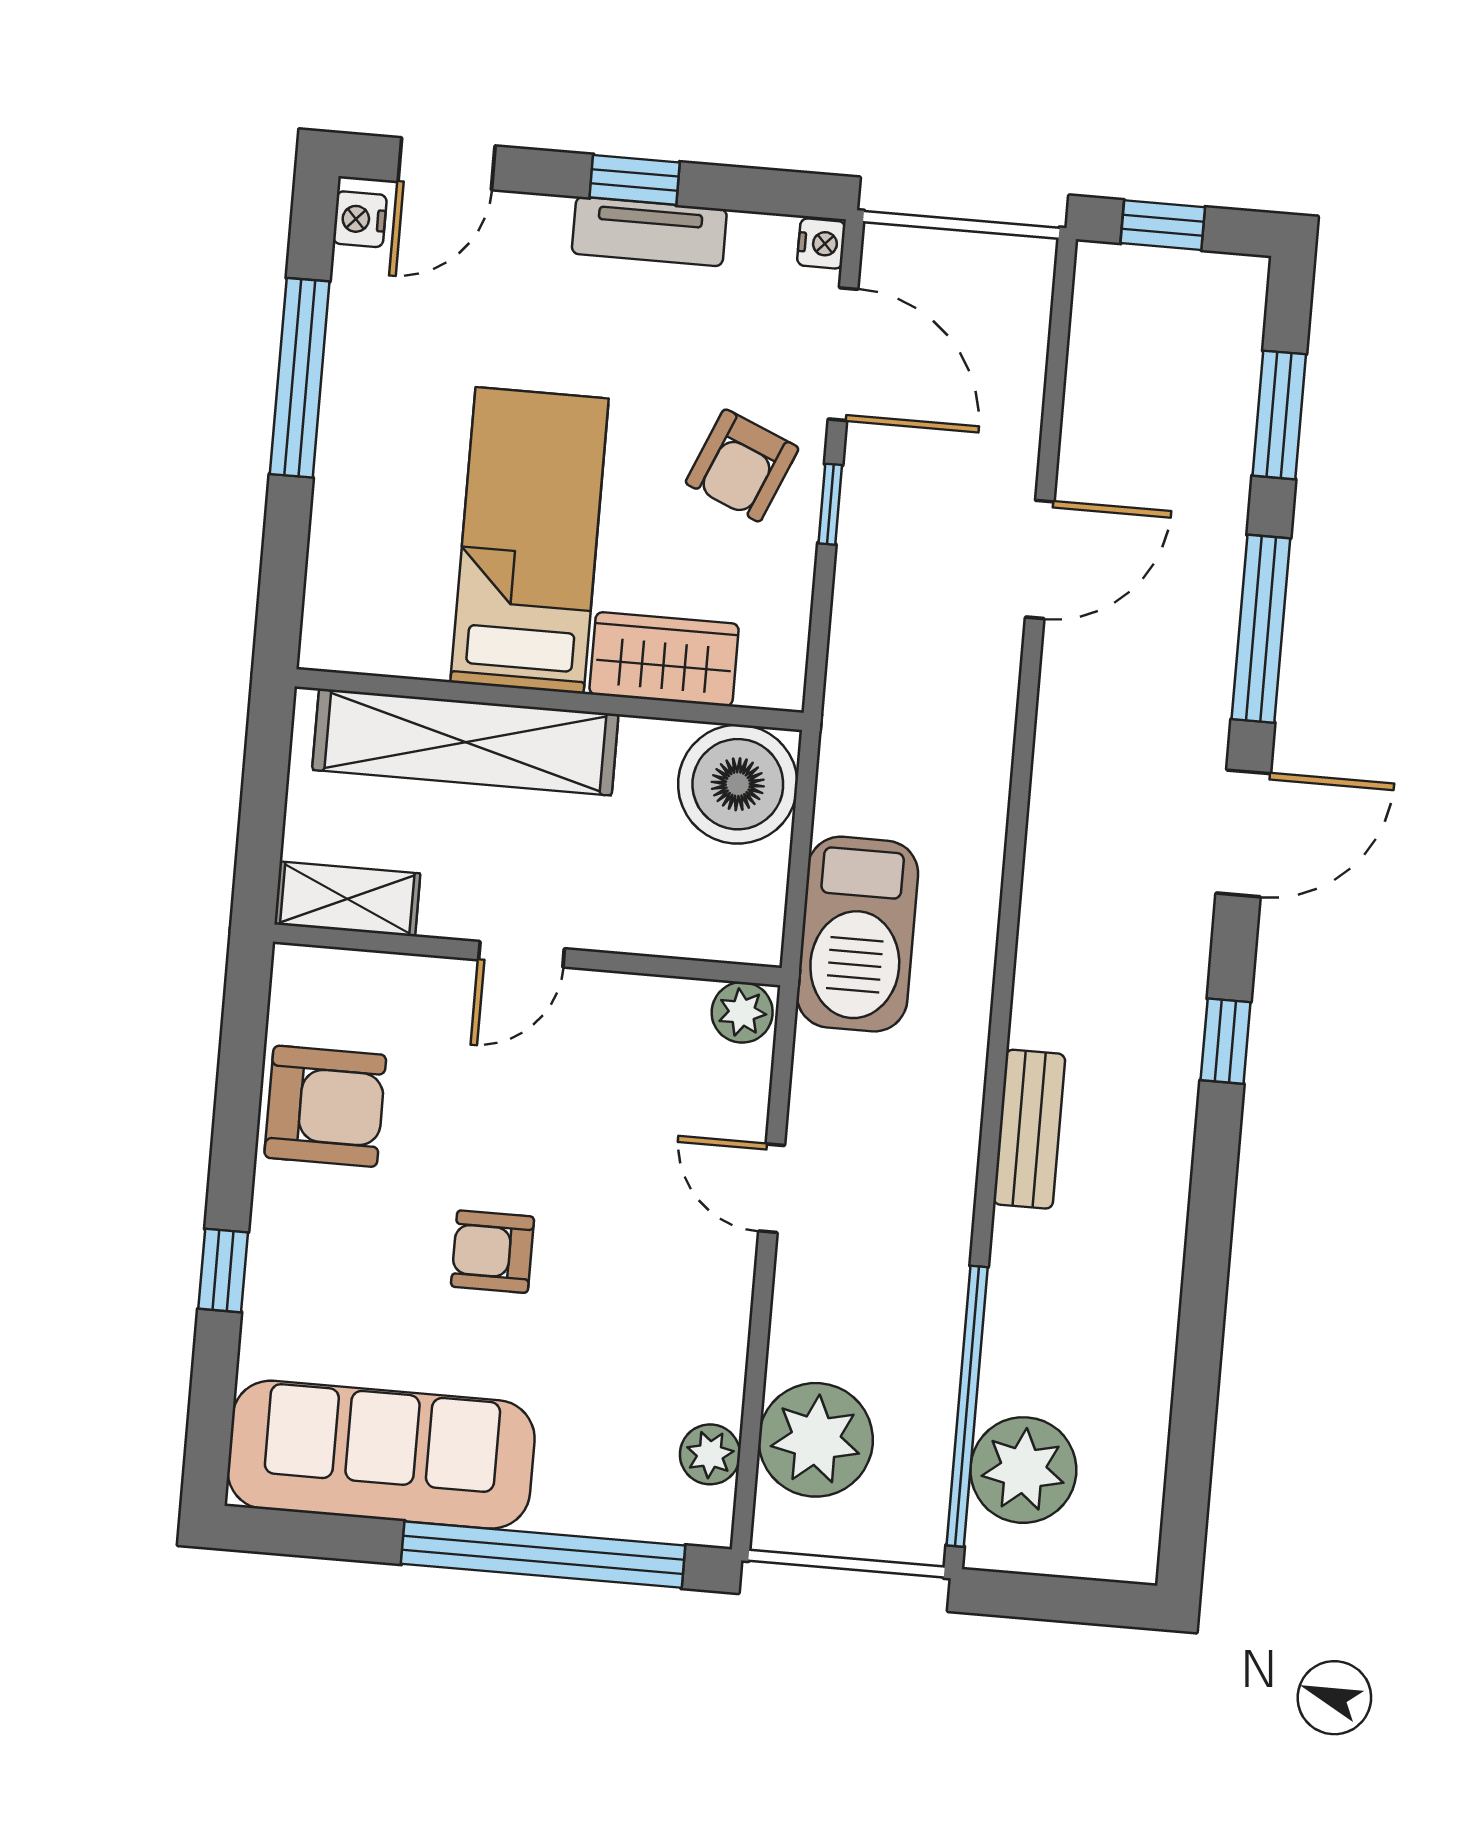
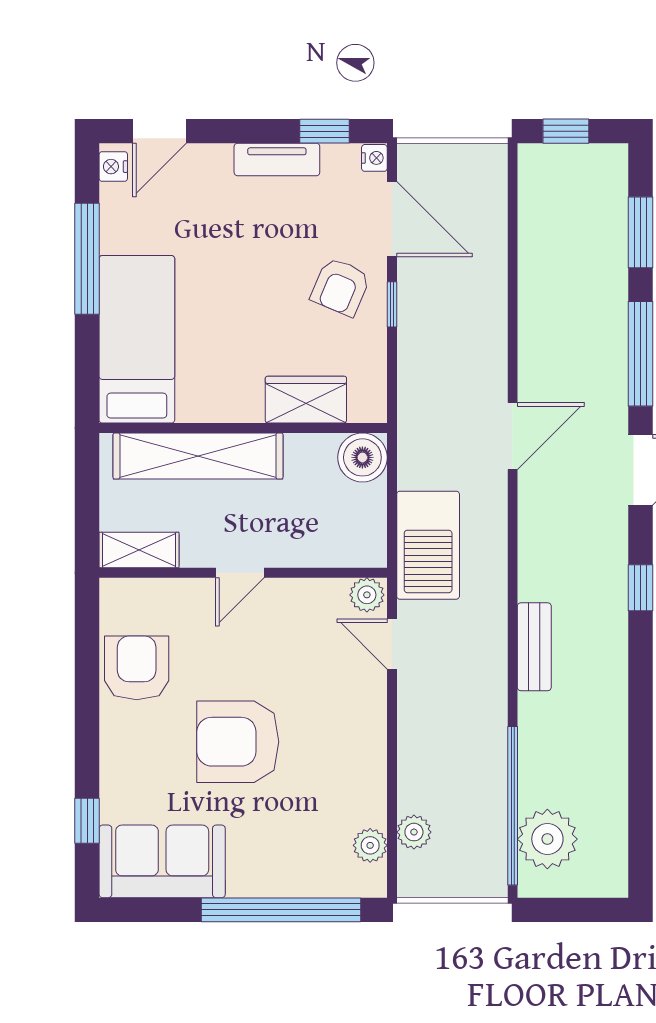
window: (635, 180) -> (325, 131), moved
bed: (530, 540) -> (137, 339), moved
door: (1040, 559) -> (513, 436), moved
boiler: (738, 784) -> (362, 457), width x0.73, depth x0.73
armchair: (325, 1106) -> (137, 668), turned -90
door: (772, 1188) -> (392, 644), moved
armchair: (493, 1252) -> (238, 742), width x1.88, depth x1.88
window: (223, 1270) -> (87, 821), moved
plant: (816, 1440) -> (414, 832), width x0.53, depth x0.53
sofa: (381, 1455) -> (162, 861), width x0.73

